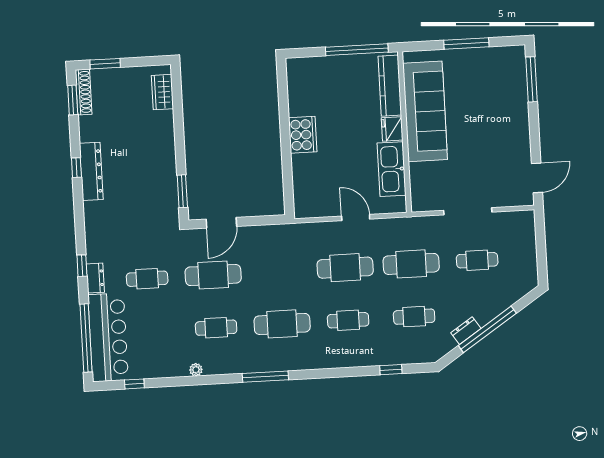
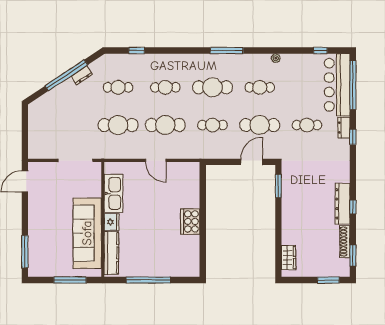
kitchen counter: (390, 86) -> (111, 253), moved
shoe rack: (84, 92) -> (345, 242), moved
sofa: (425, 111) -> (87, 233), moved
fridge: (392, 129) -> (112, 222), moved
wall: (405, 132) -> (103, 219), moved
kitchen sink: (392, 169) -> (113, 193), moved
cafe table: (477, 260) -> (213, 125), moved

